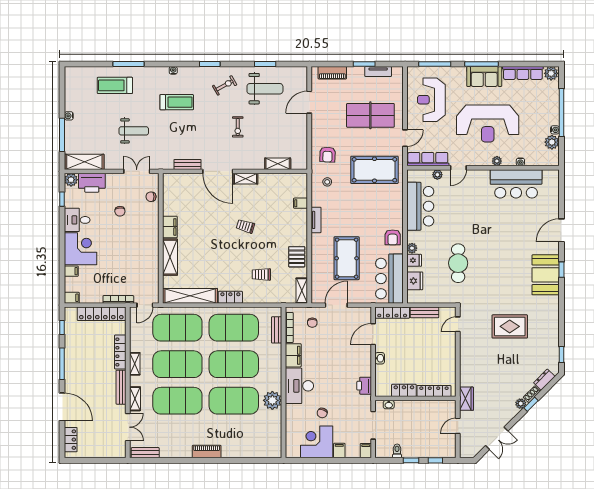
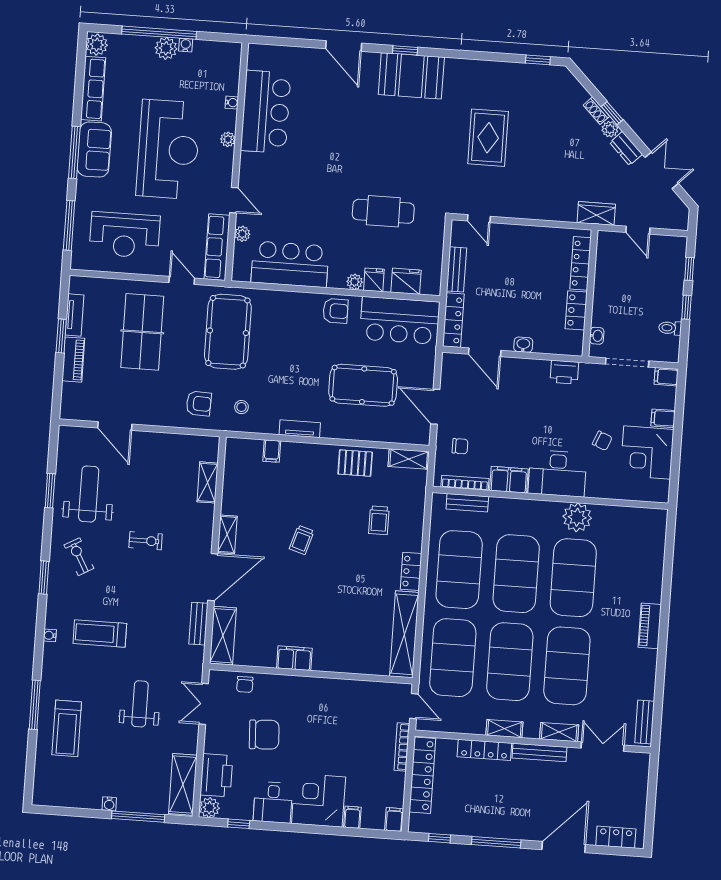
piano: (332, 73) -> (73, 360), moved
treadmill: (177, 102) -> (100, 633), turned -90
plant: (552, 142) -> (166, 48), moved
chair: (120, 211) -> (264, 735), width x1.87, depth x1.87
shelving: (170, 257) -> (223, 636), moved, turned 90
dresser: (544, 380) -> (626, 148), moved

